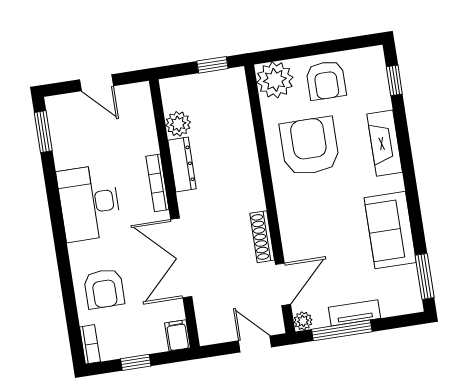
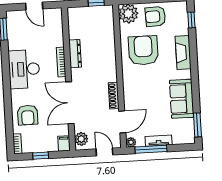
armchair: (326, 80) -> (155, 16), turned 88
plant: (178, 124) -> (81, 139), moved

